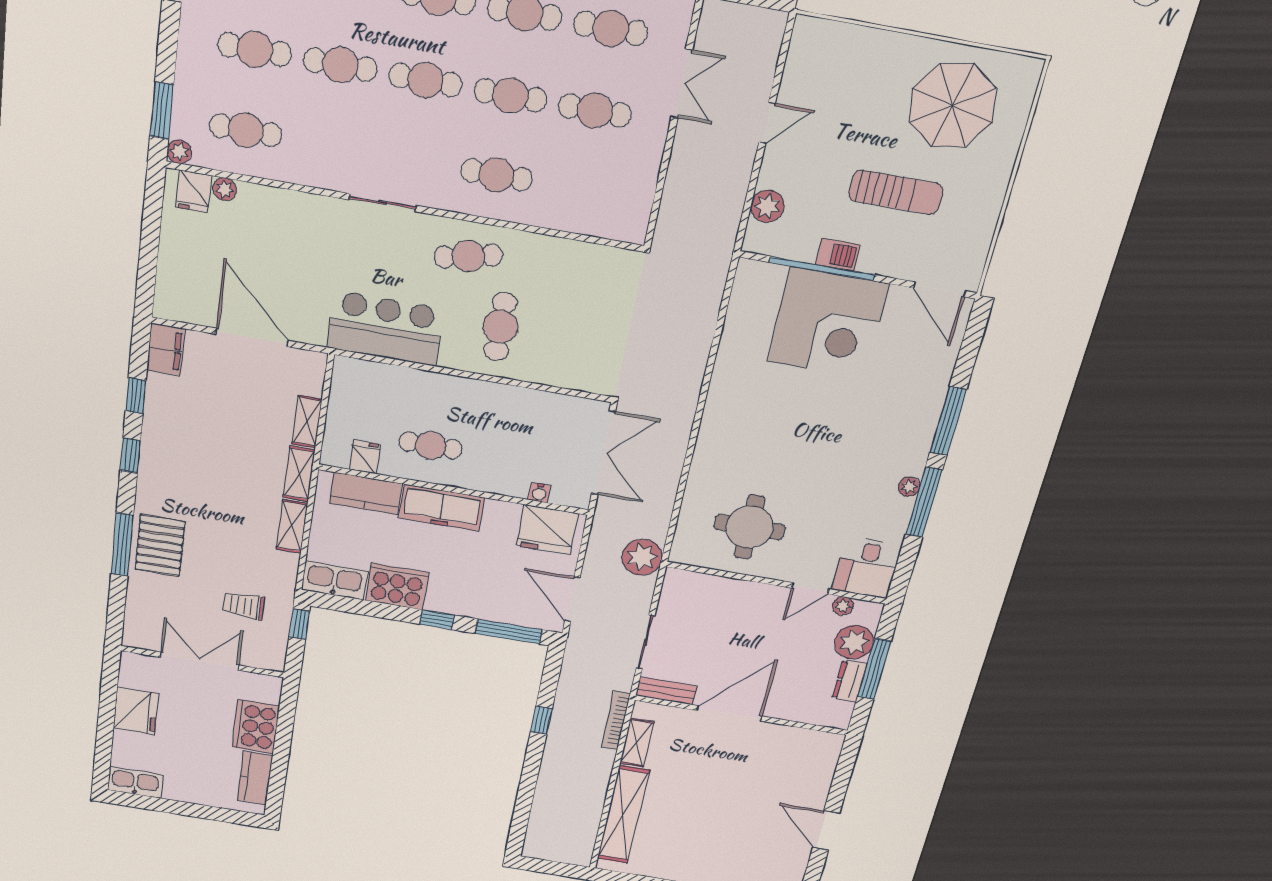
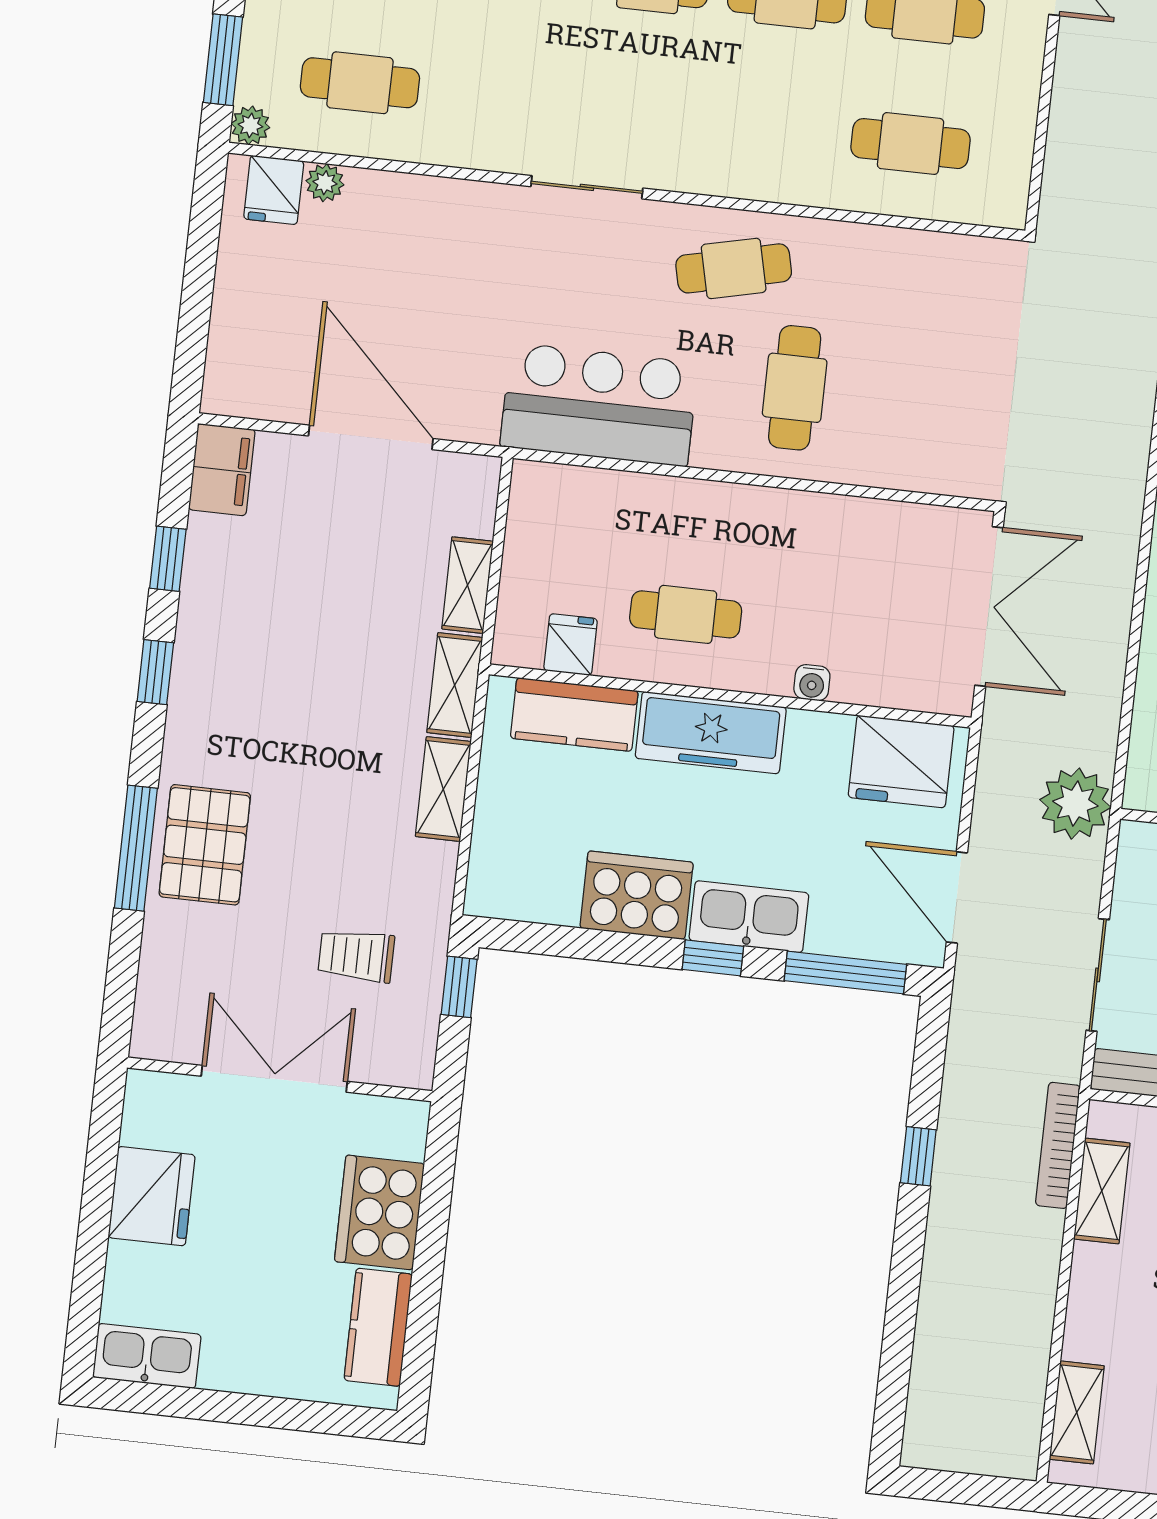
cafe table: (497, 175) -> (911, 144), moved
water cooler: (539, 493) -> (812, 683), moved
kitchen sink: (334, 580) -> (749, 917), moved
shelving: (623, 815) -> (1077, 1412), width x0.45, depth x0.75

